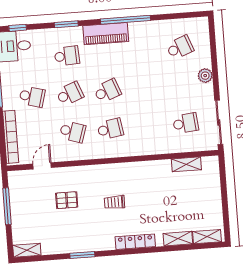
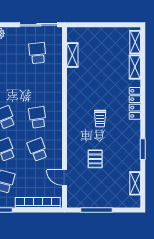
school desk: (73, 132) -> (37, 150), turned -39
shelving: (27, 250) -> (135, 183), moved

